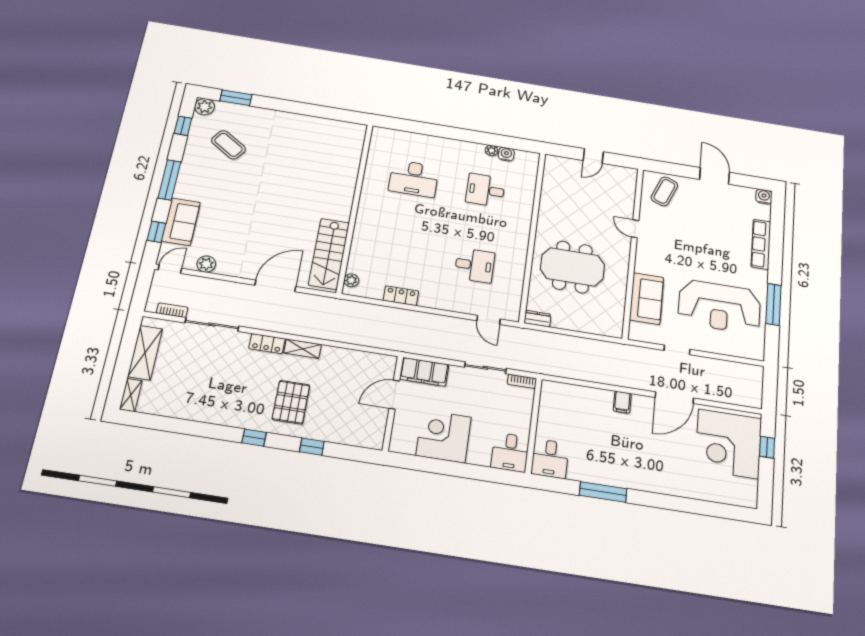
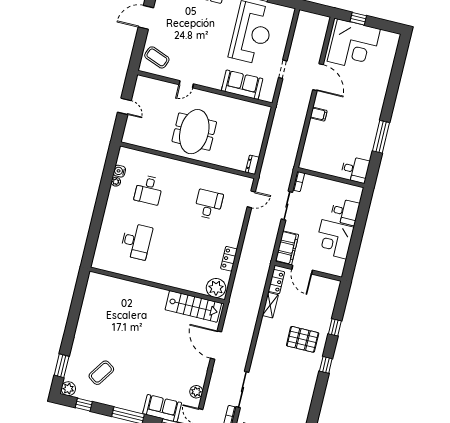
meeting table: (572, 267) -> (194, 132), moved
plant: (351, 280) -> (216, 288), width x1.88, depth x1.88
locker: (267, 344) -> (276, 281), moved
shelving: (303, 349) -> (270, 305), moved
desk: (510, 452) -> (345, 212), moved

